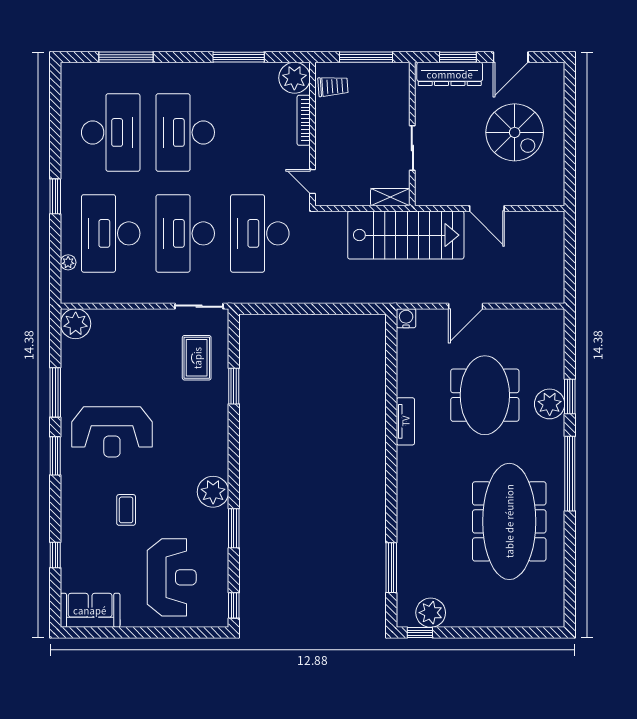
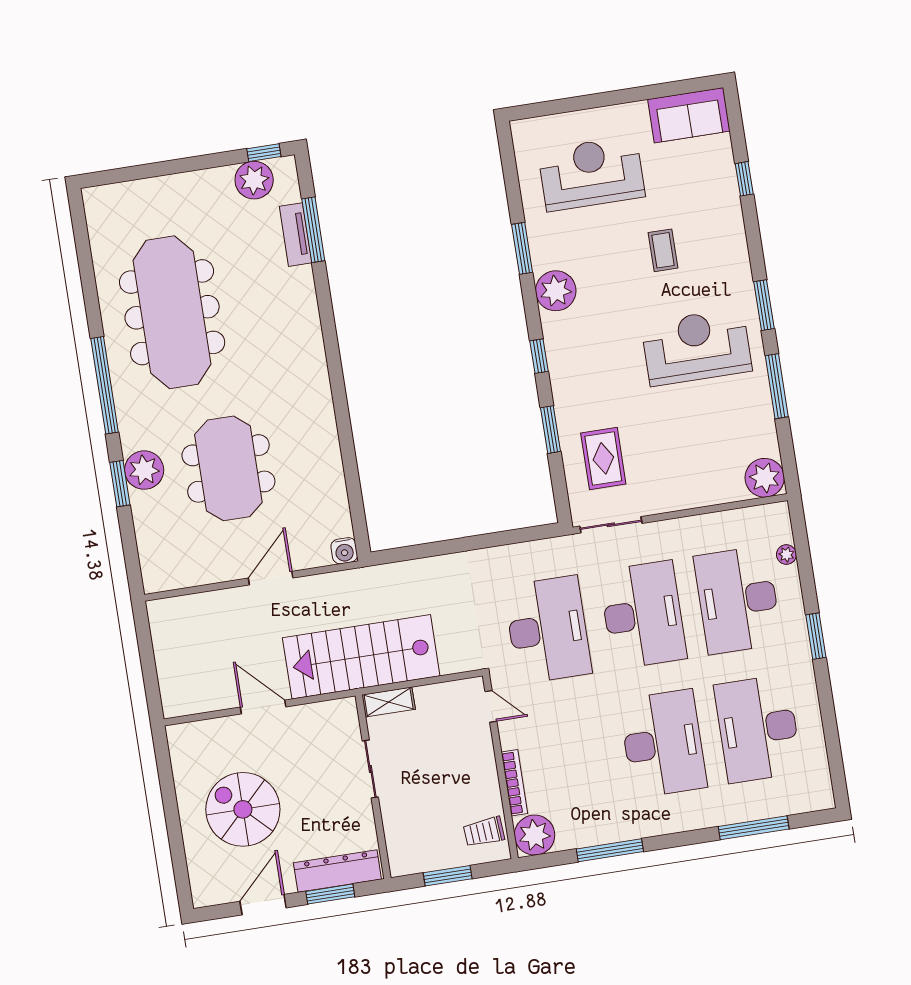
window: (366, 57) -> (448, 876), width x0.69
desk: (111, 233) -> (738, 600), turned 180
tv unit: (405, 421) -> (296, 235), moved
reception desk: (172, 577) -> (591, 173), turned 90
window: (234, 605) -> (539, 356), moved

